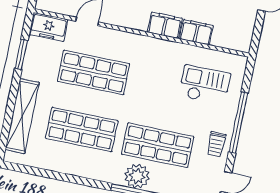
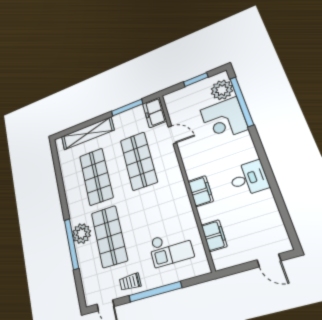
filing cabinet: (196, 32) -> (214, 236), moved
window: (21, 54) -> (127, 108), width x1.44
checkout: (205, 85) -> (171, 248), turned 90

